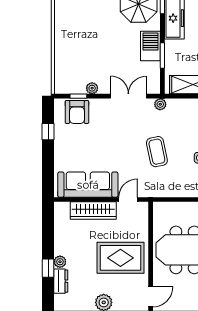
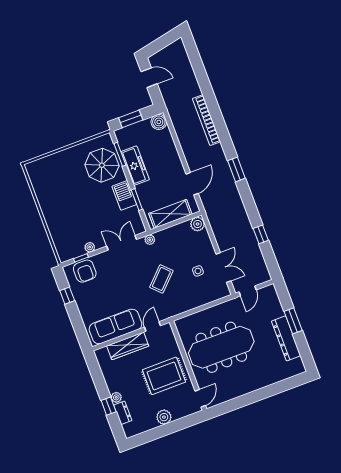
coffee table: (157, 152) -> (161, 279), turned 57

